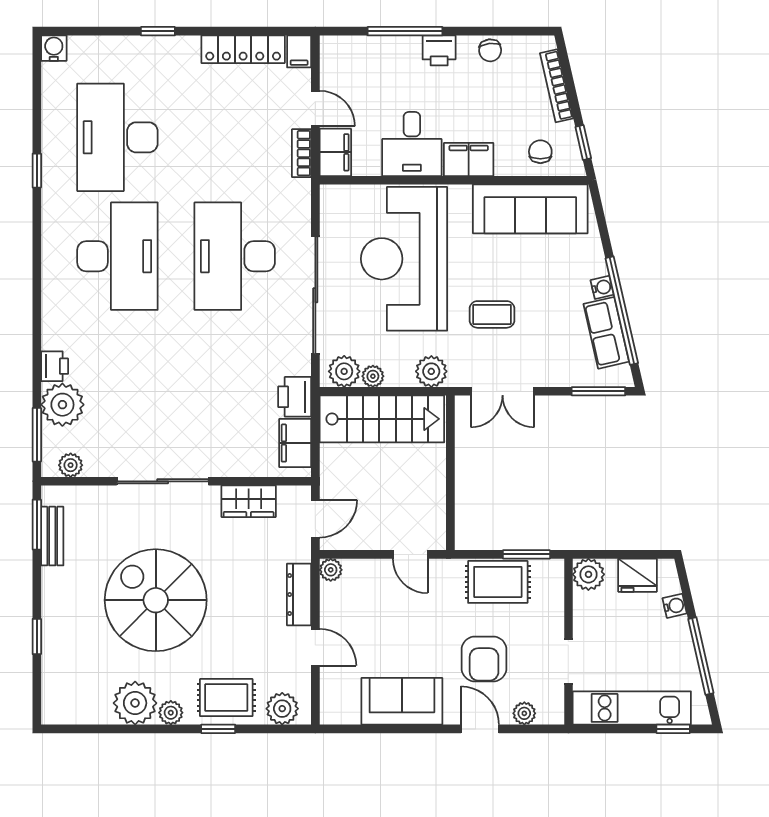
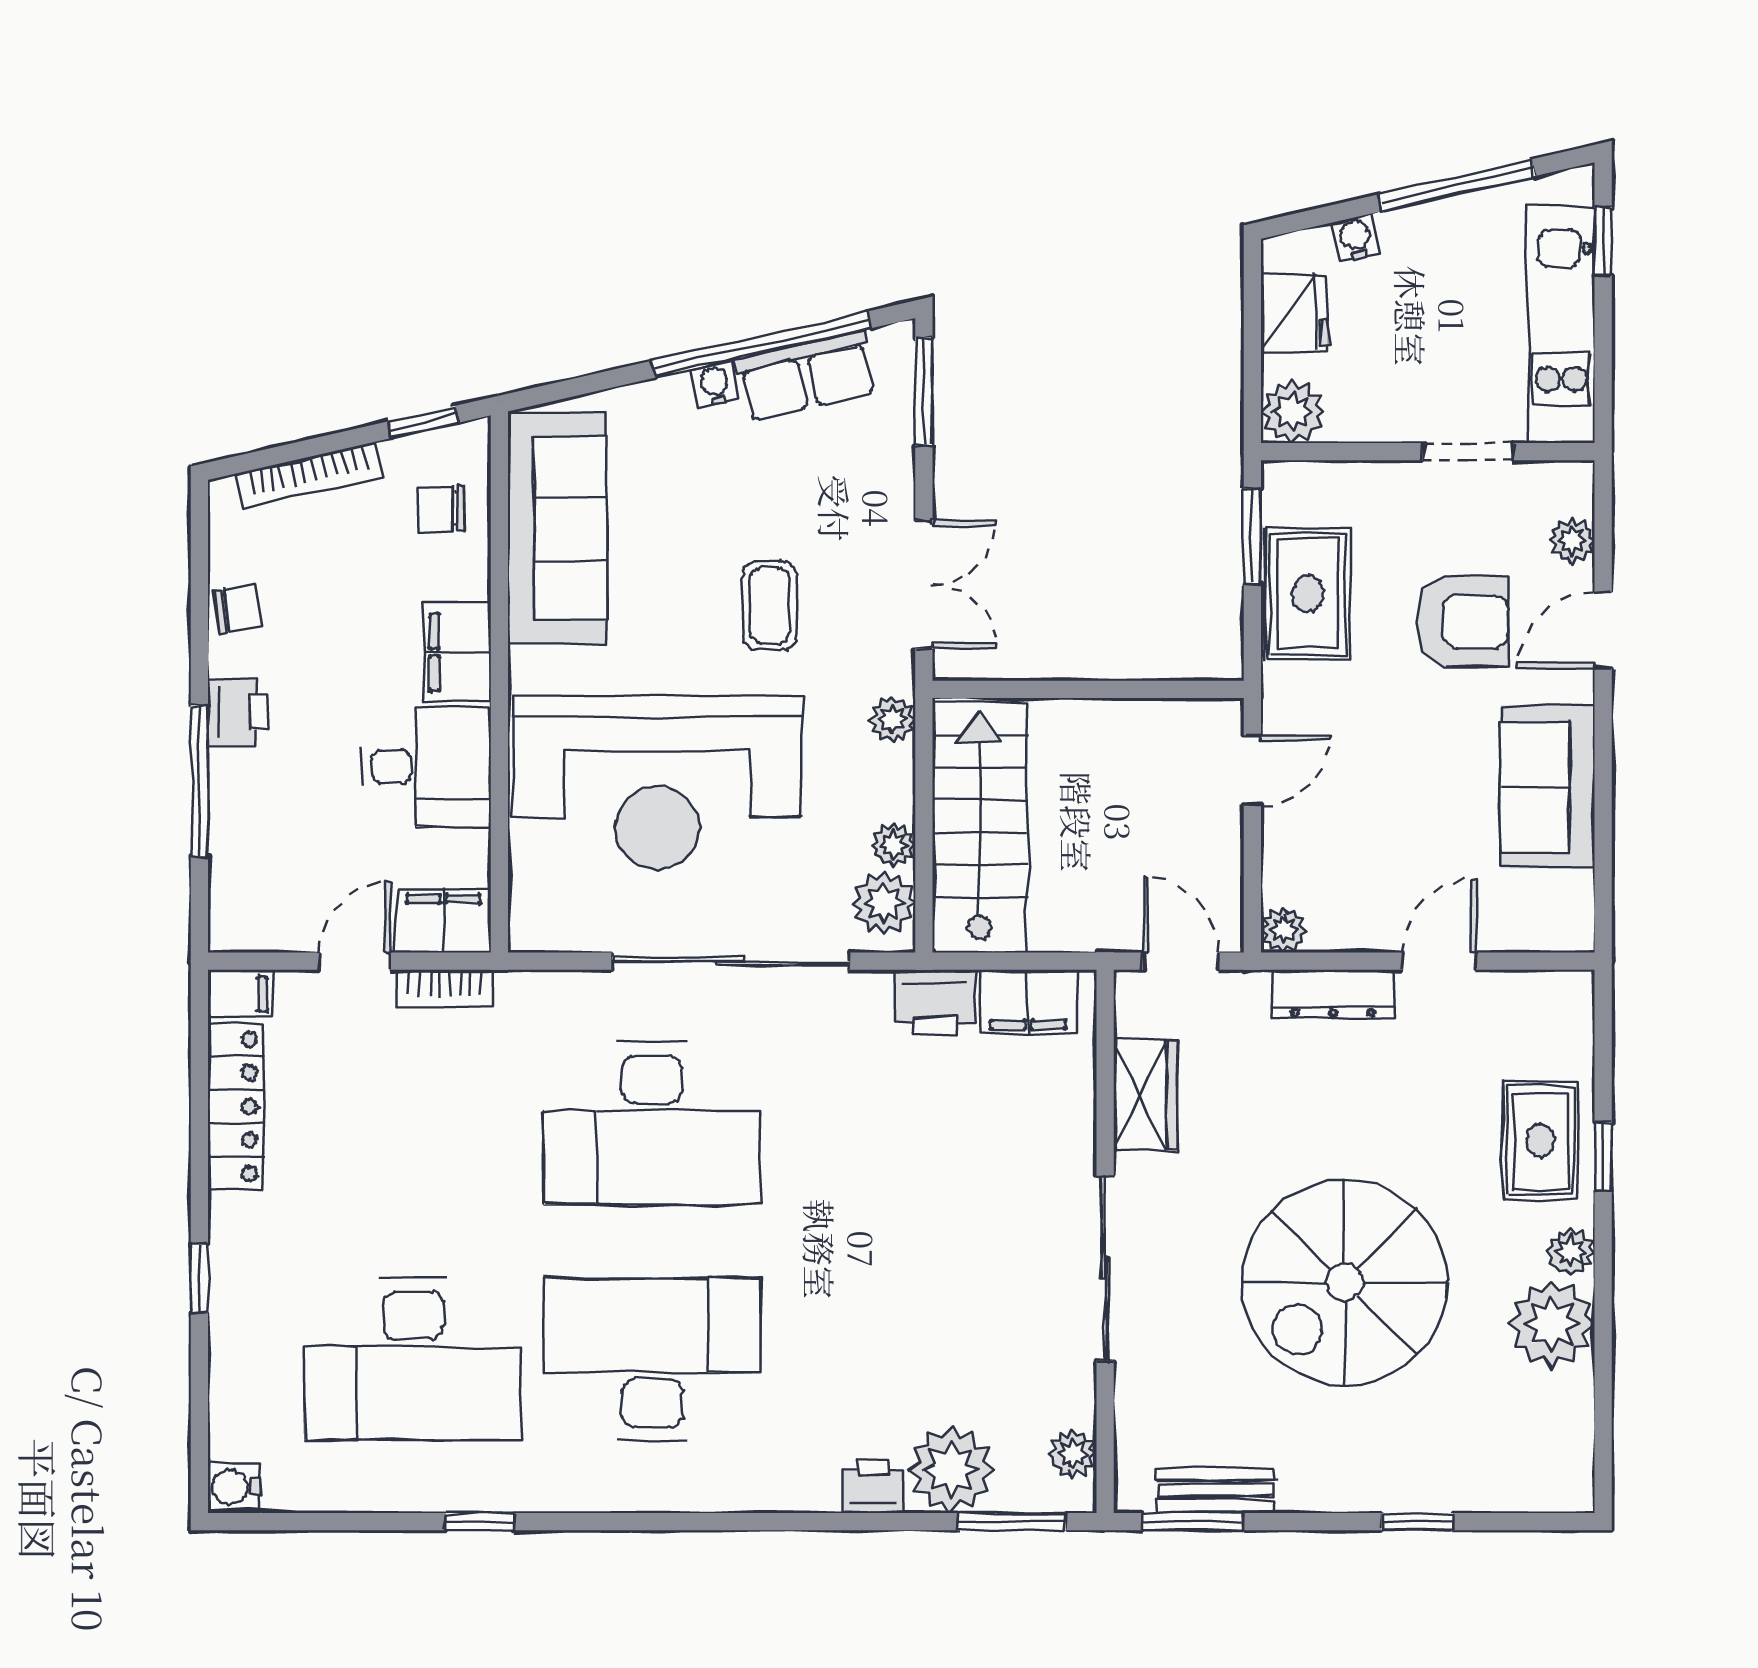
plant: (431, 371) -> (893, 719), width x0.73, depth x0.73
plant: (282, 709) -> (1563, 1028), removed

